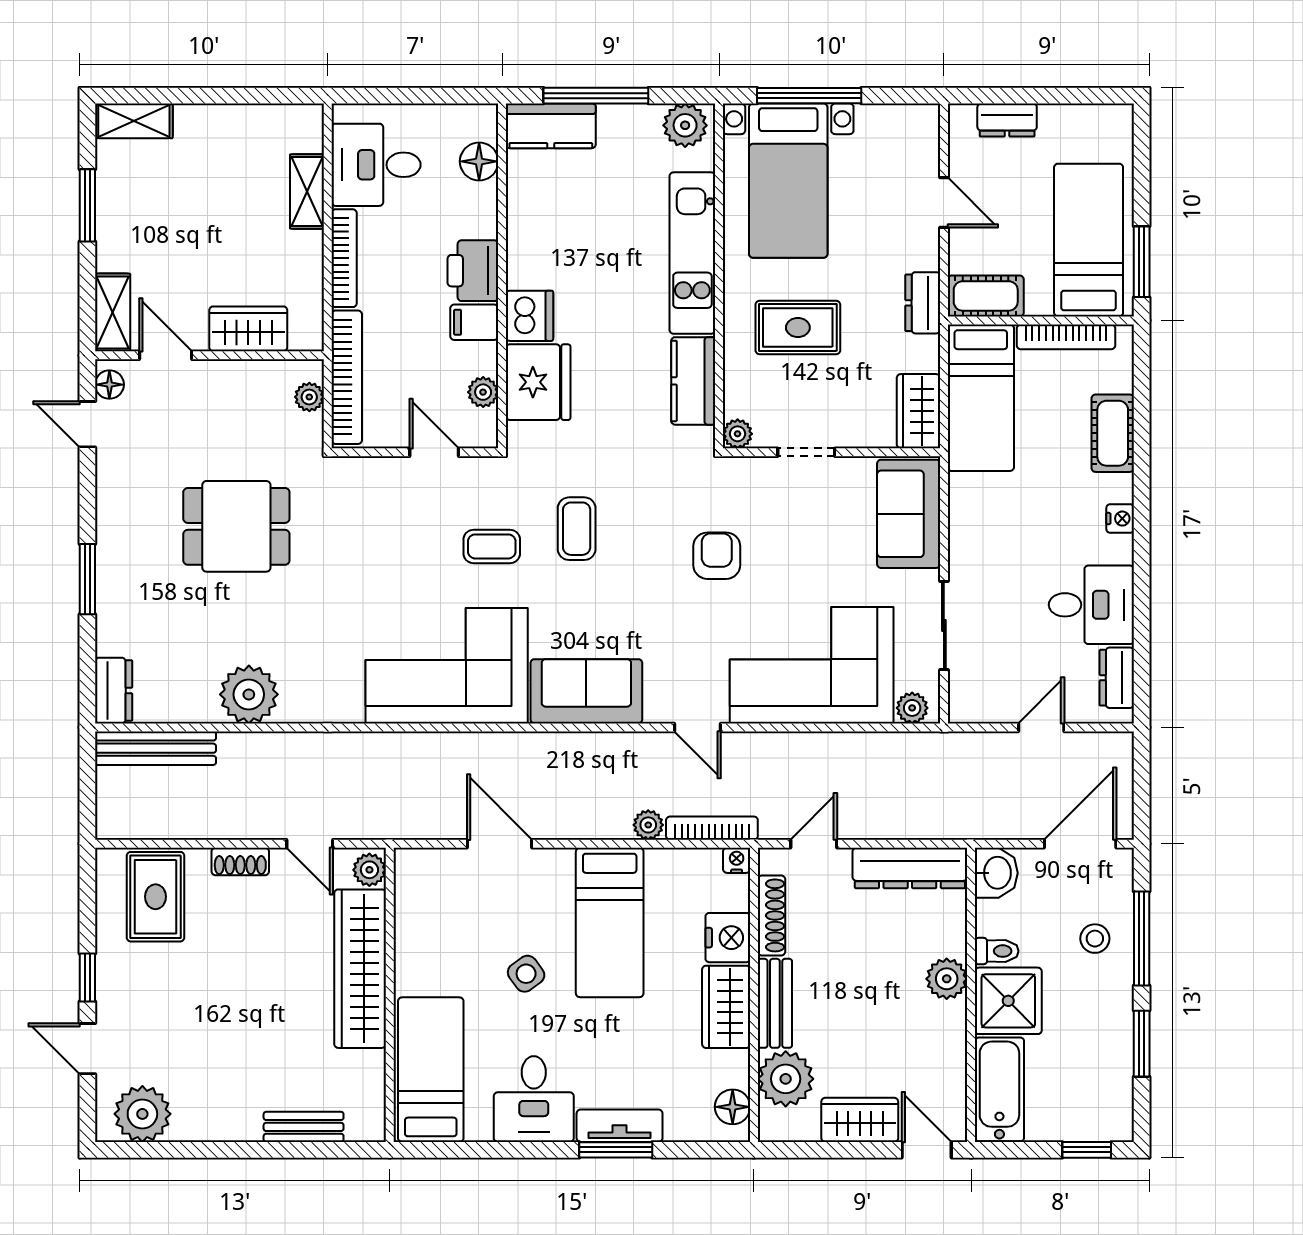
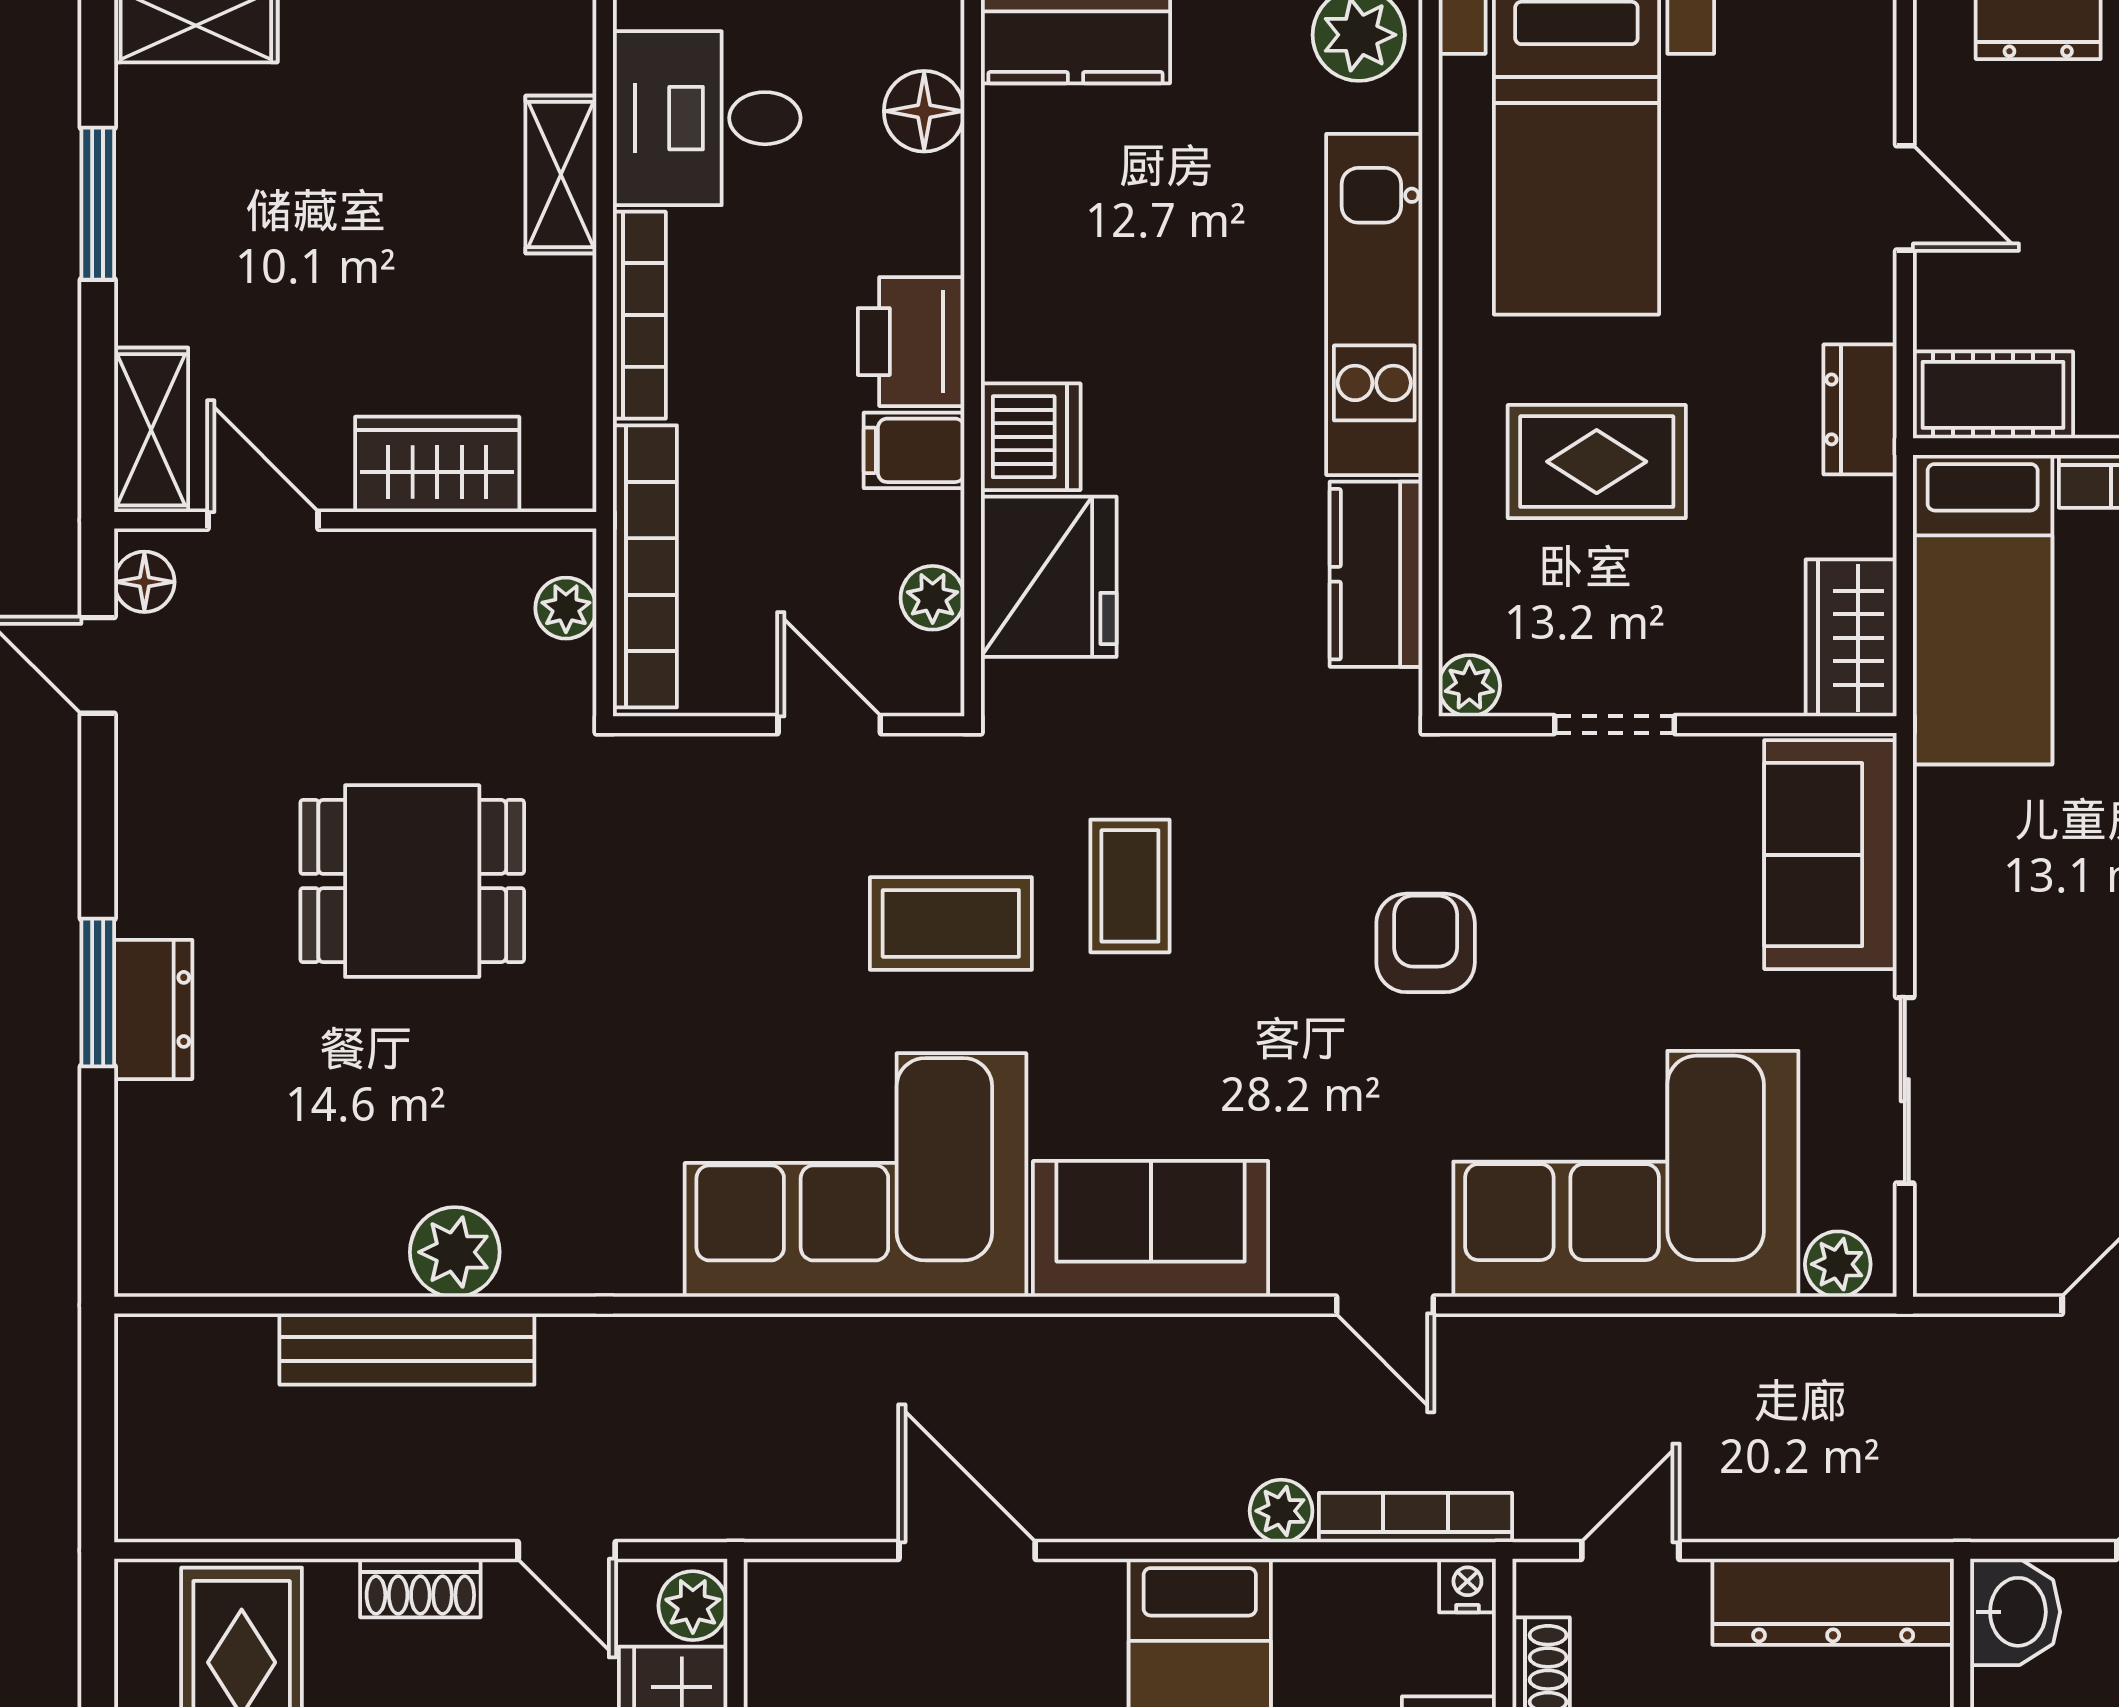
coffee table: (492, 546) -> (951, 923), width x1.36, depth x1.30
dresser: (114, 691) -> (153, 1009), moved
plant: (249, 694) -> (455, 1252), width x0.73, depth x0.73
bench: (155, 748) -> (407, 1349), moved

